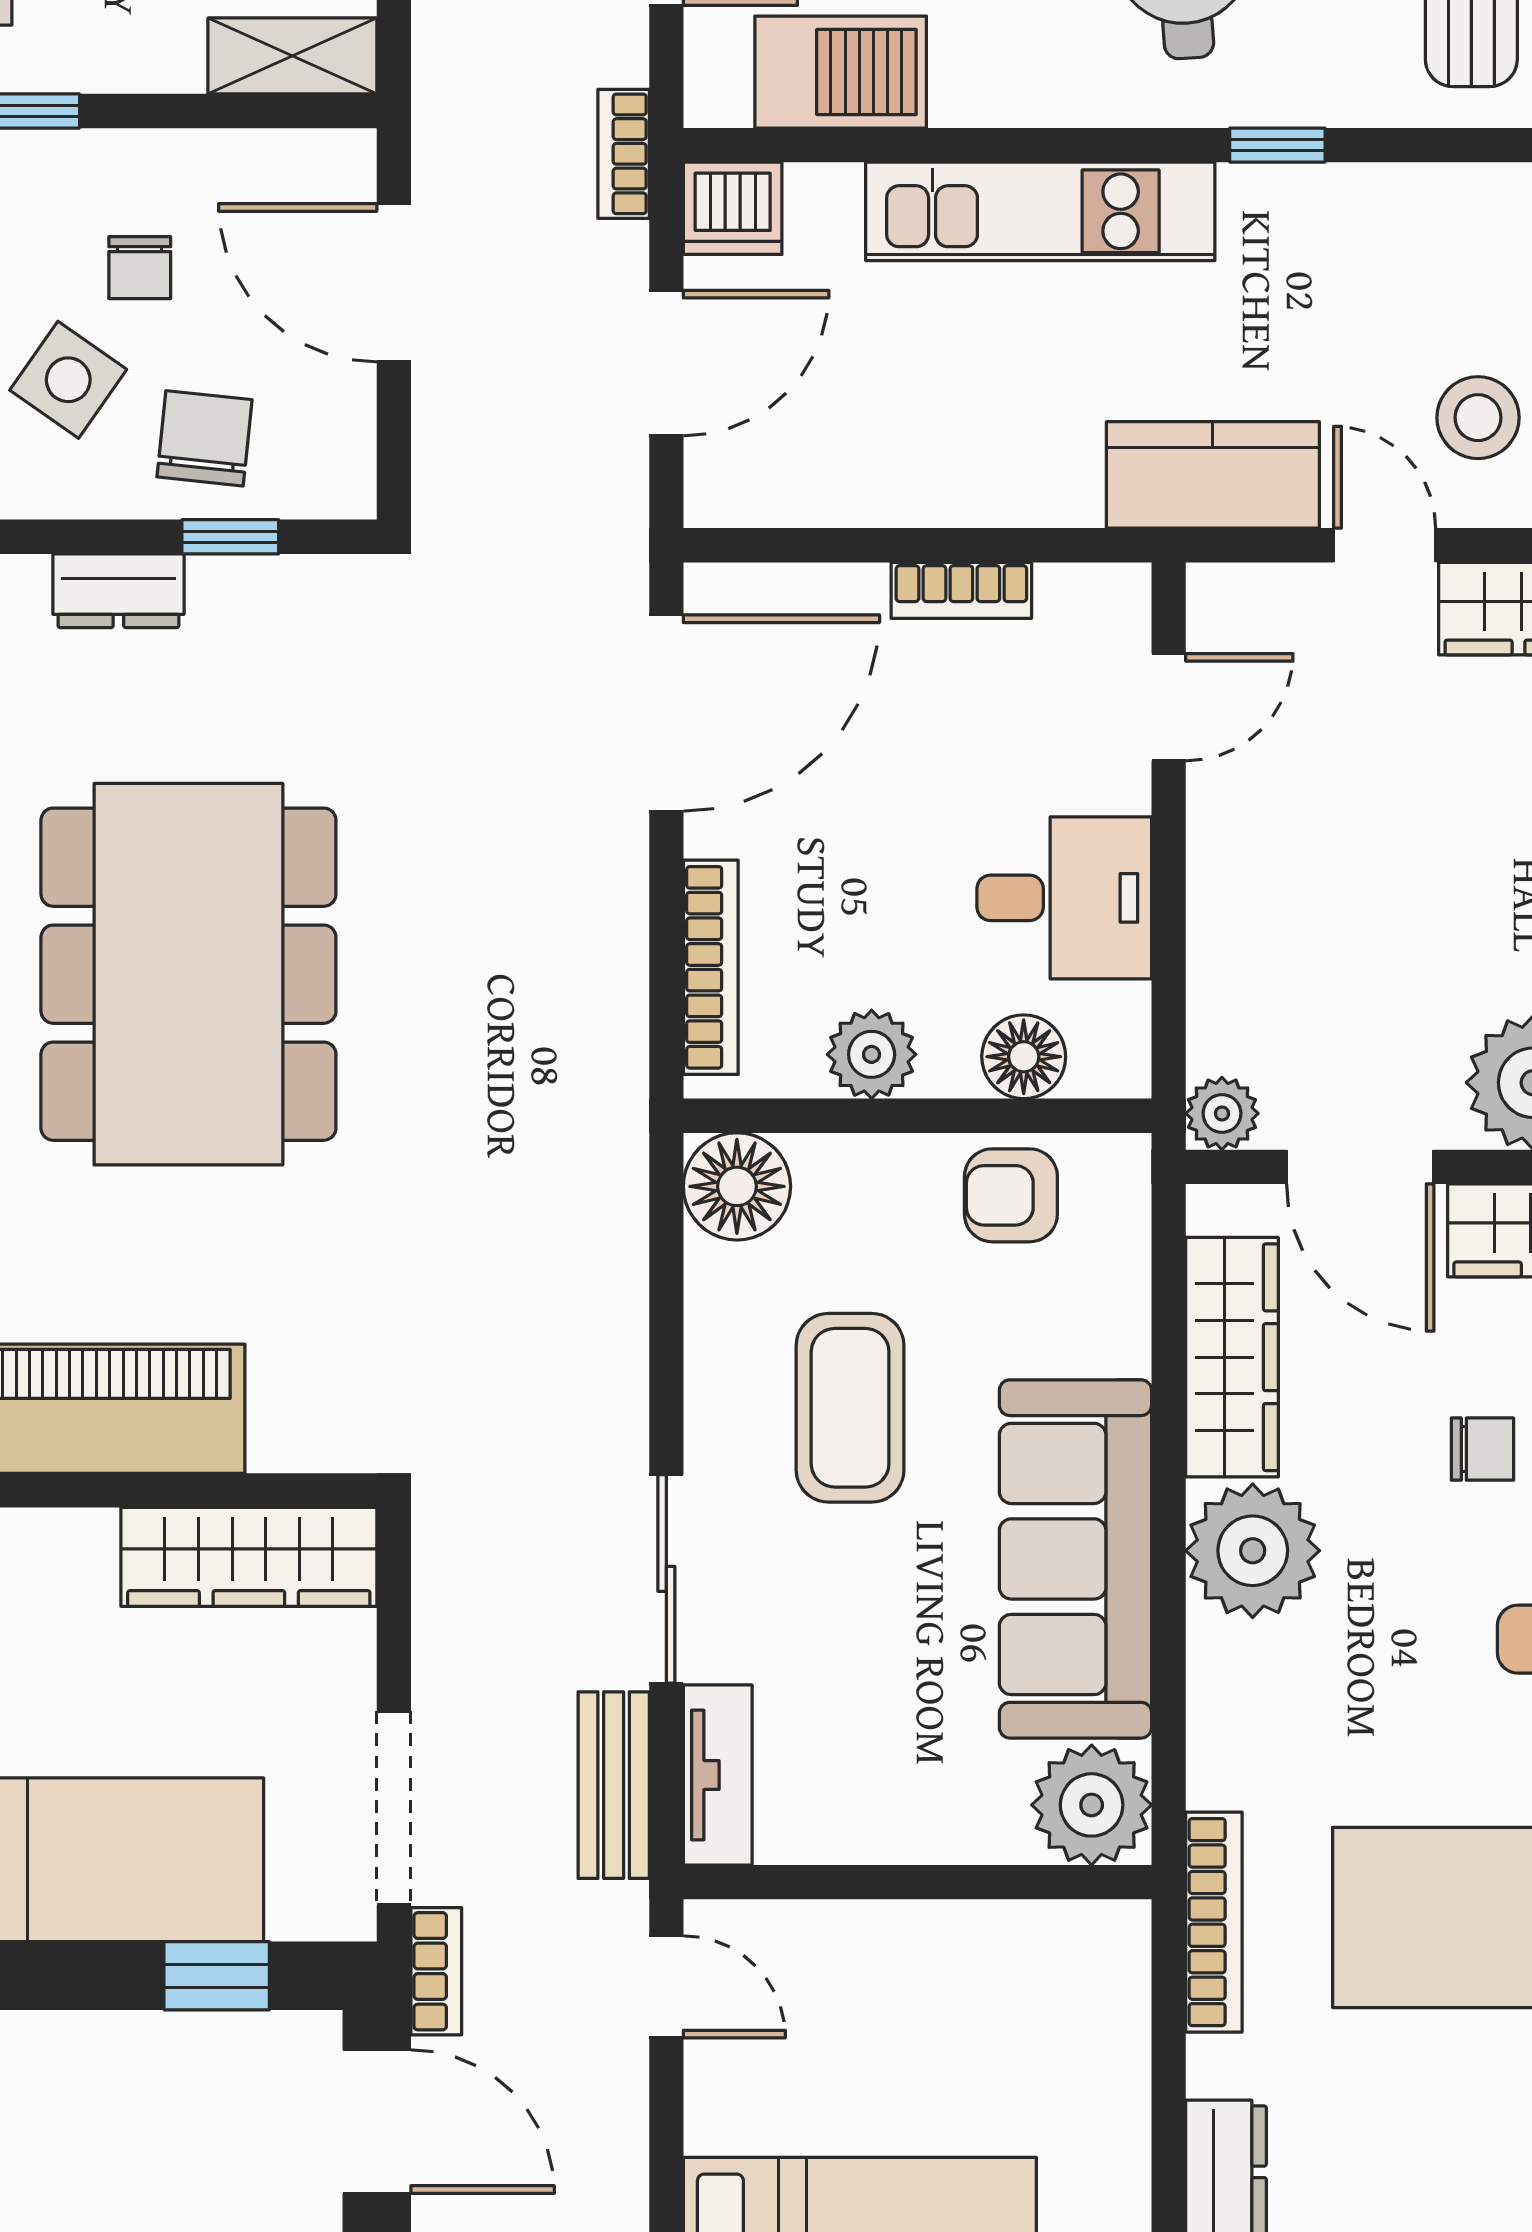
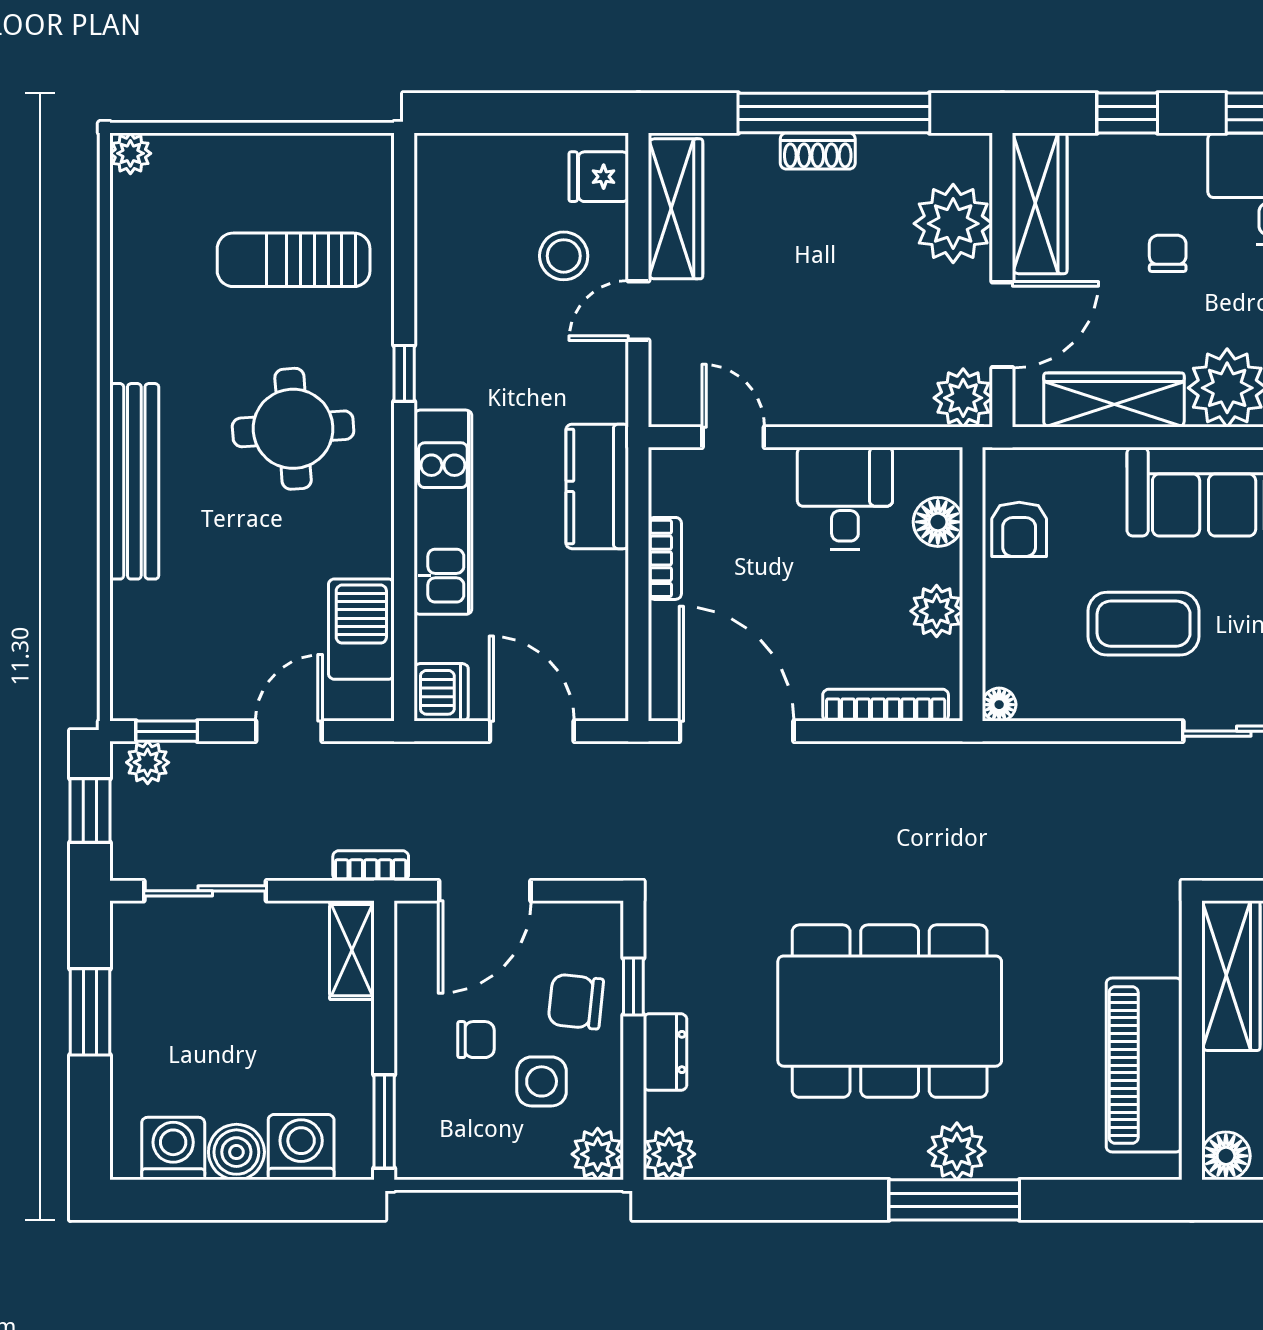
bookcase: (624, 154) -> (371, 866), moved, turned 180
side table: (68, 380) -> (542, 1081), turned -35
kitchen counter: (1213, 475) -> (597, 486), moved
plant: (1222, 1113) -> (963, 398), width x1.38, depth x1.38
floor lamp: (737, 1186) -> (999, 705), width x0.53, depth x0.53

